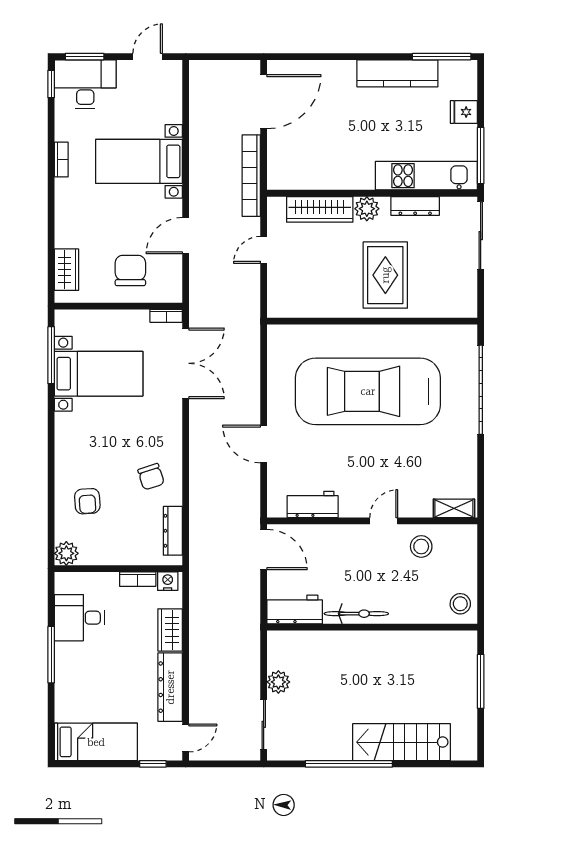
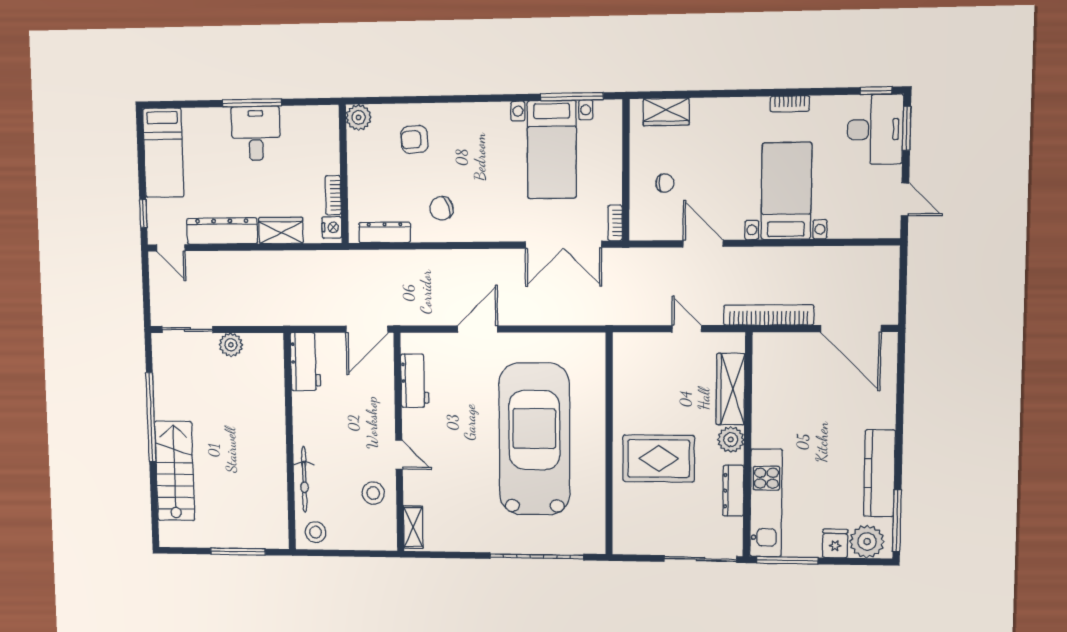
plant: (462, 83) -> (867, 542), added
chair: (130, 271) -> (665, 183), width x0.54, depth x0.54
bicycle: (356, 614) -> (304, 479), moved
desk: (79, 618) -> (256, 133), moved

